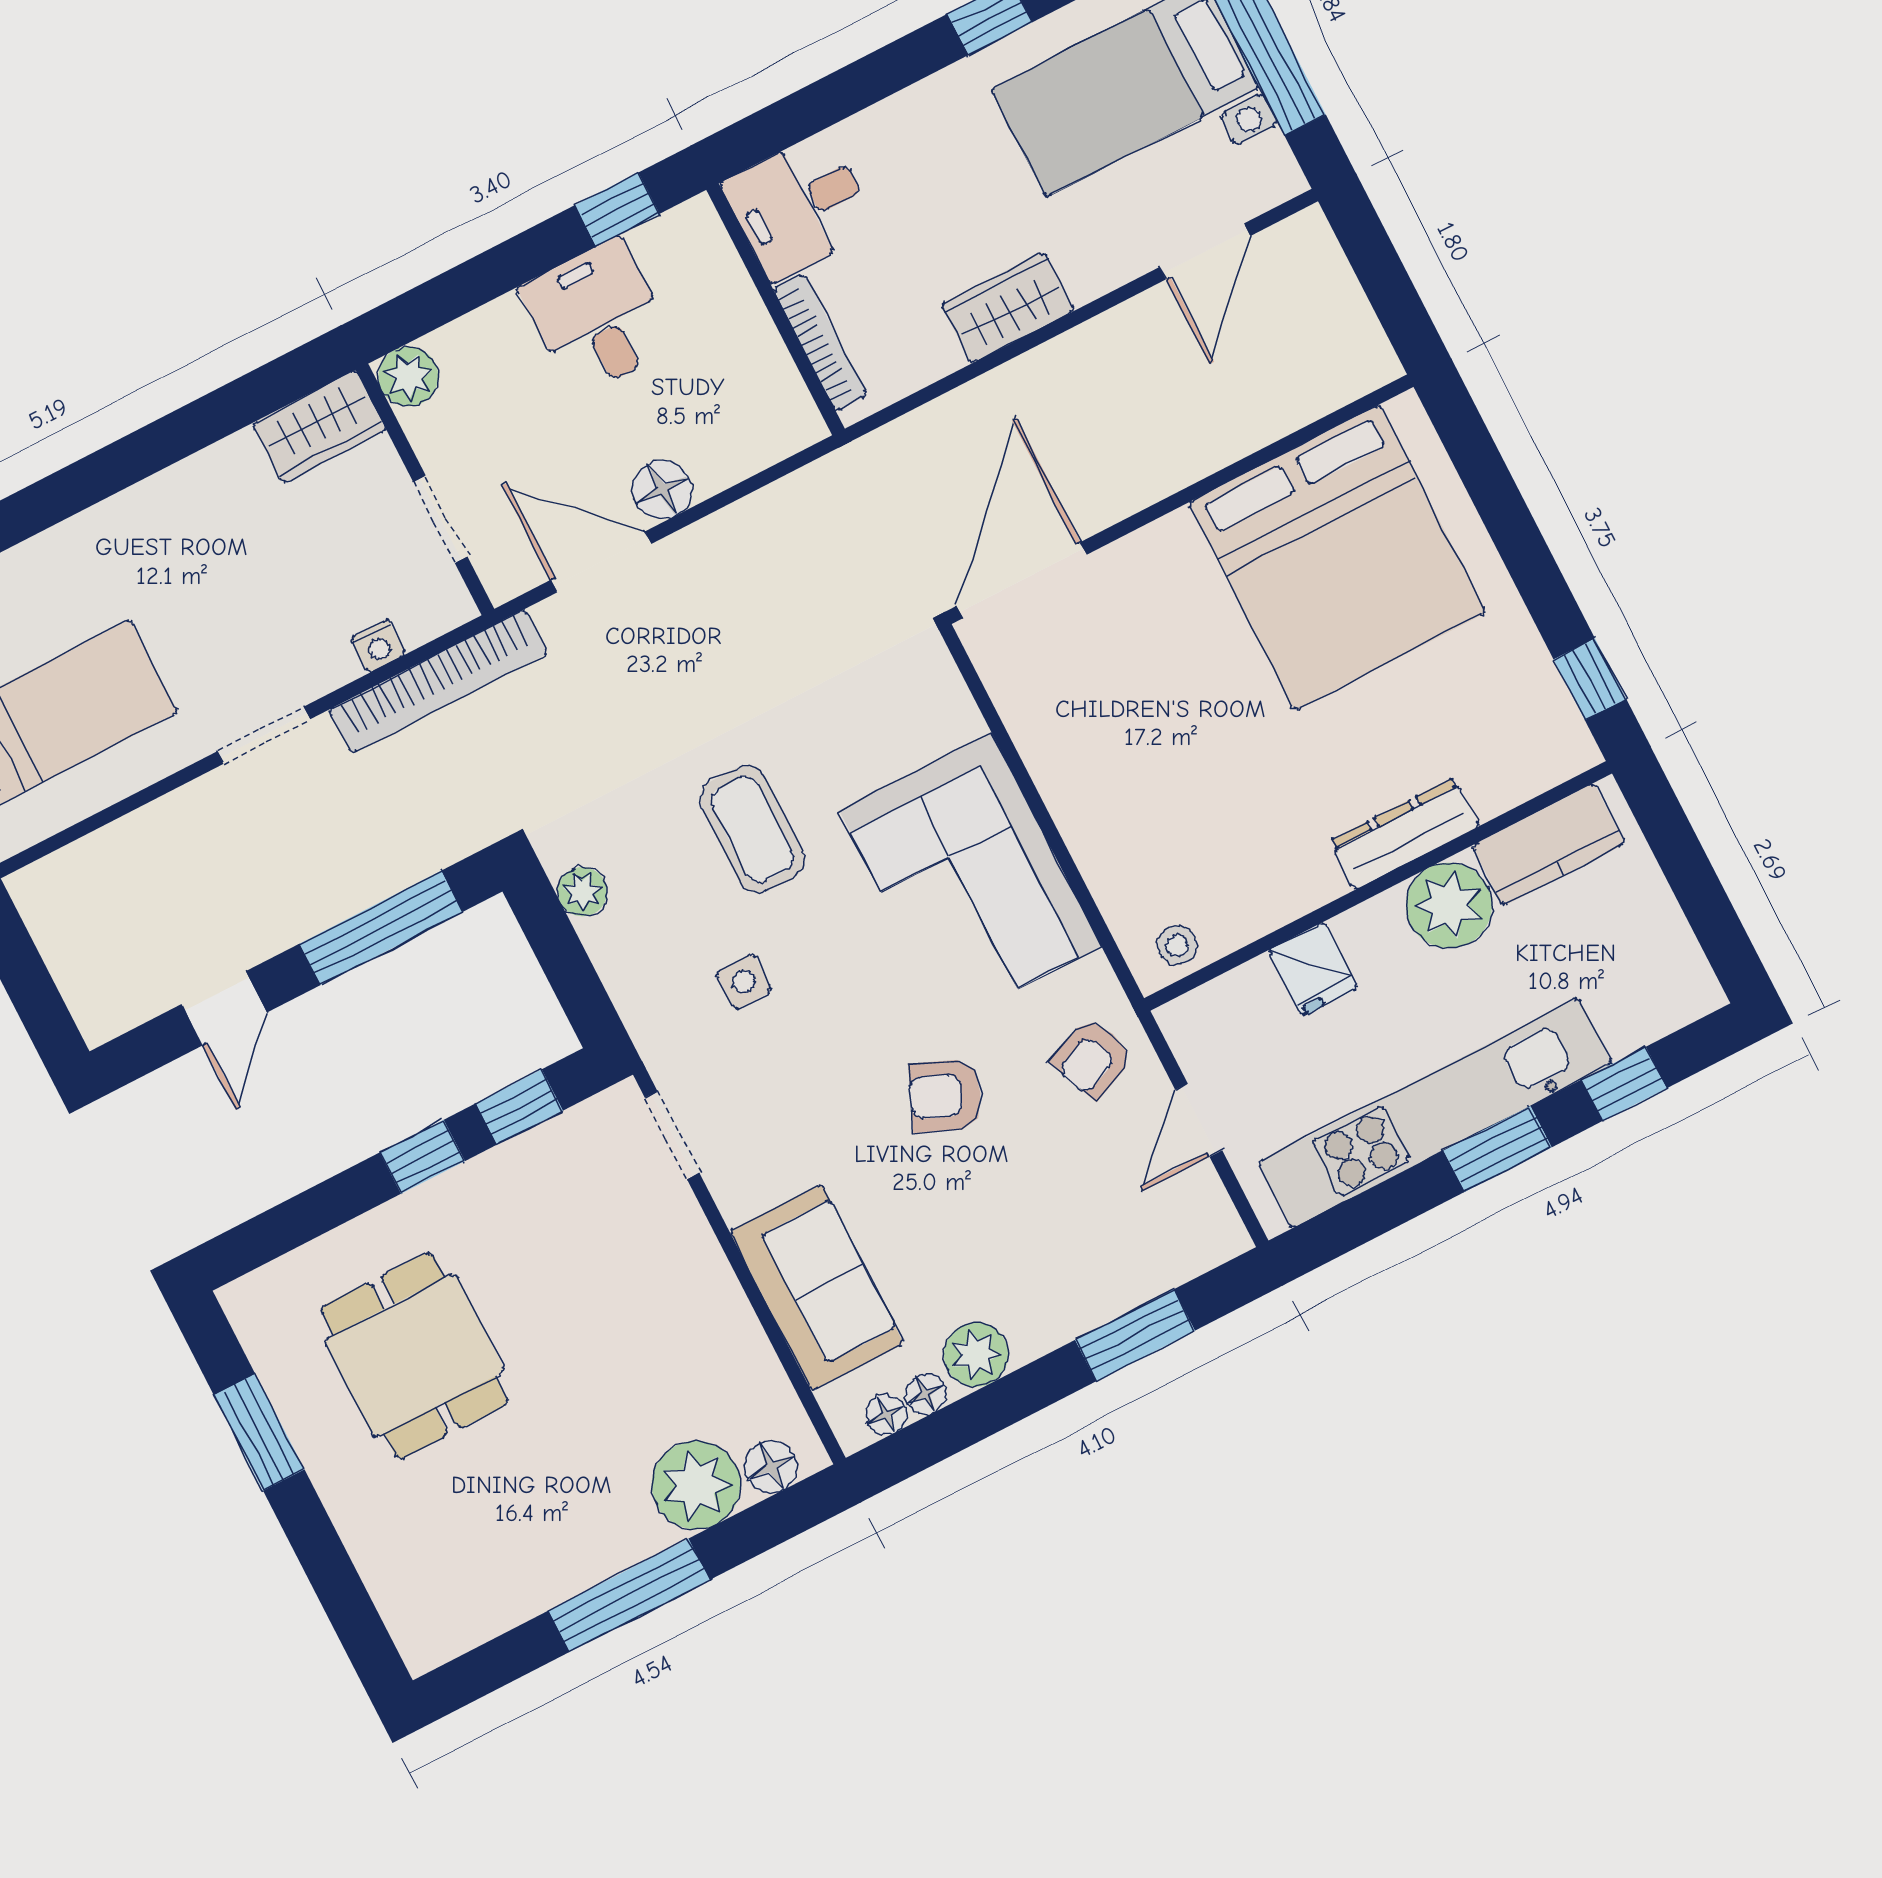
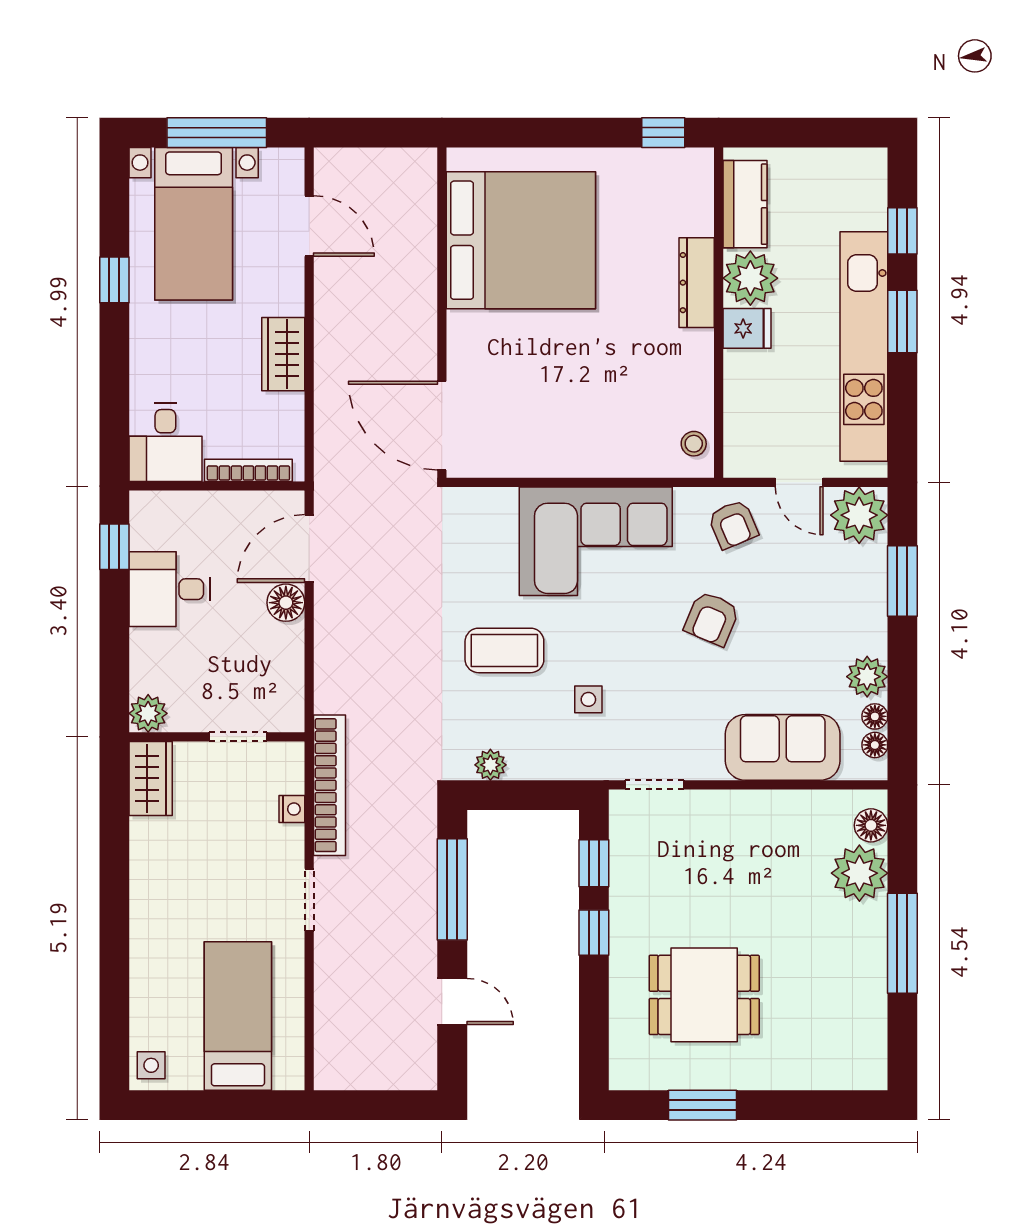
door: (601, 562) -> (309, 548), moved
fridge: (1313, 969) -> (747, 328), moved
plant: (1196, 1228) -> (859, 515), added

